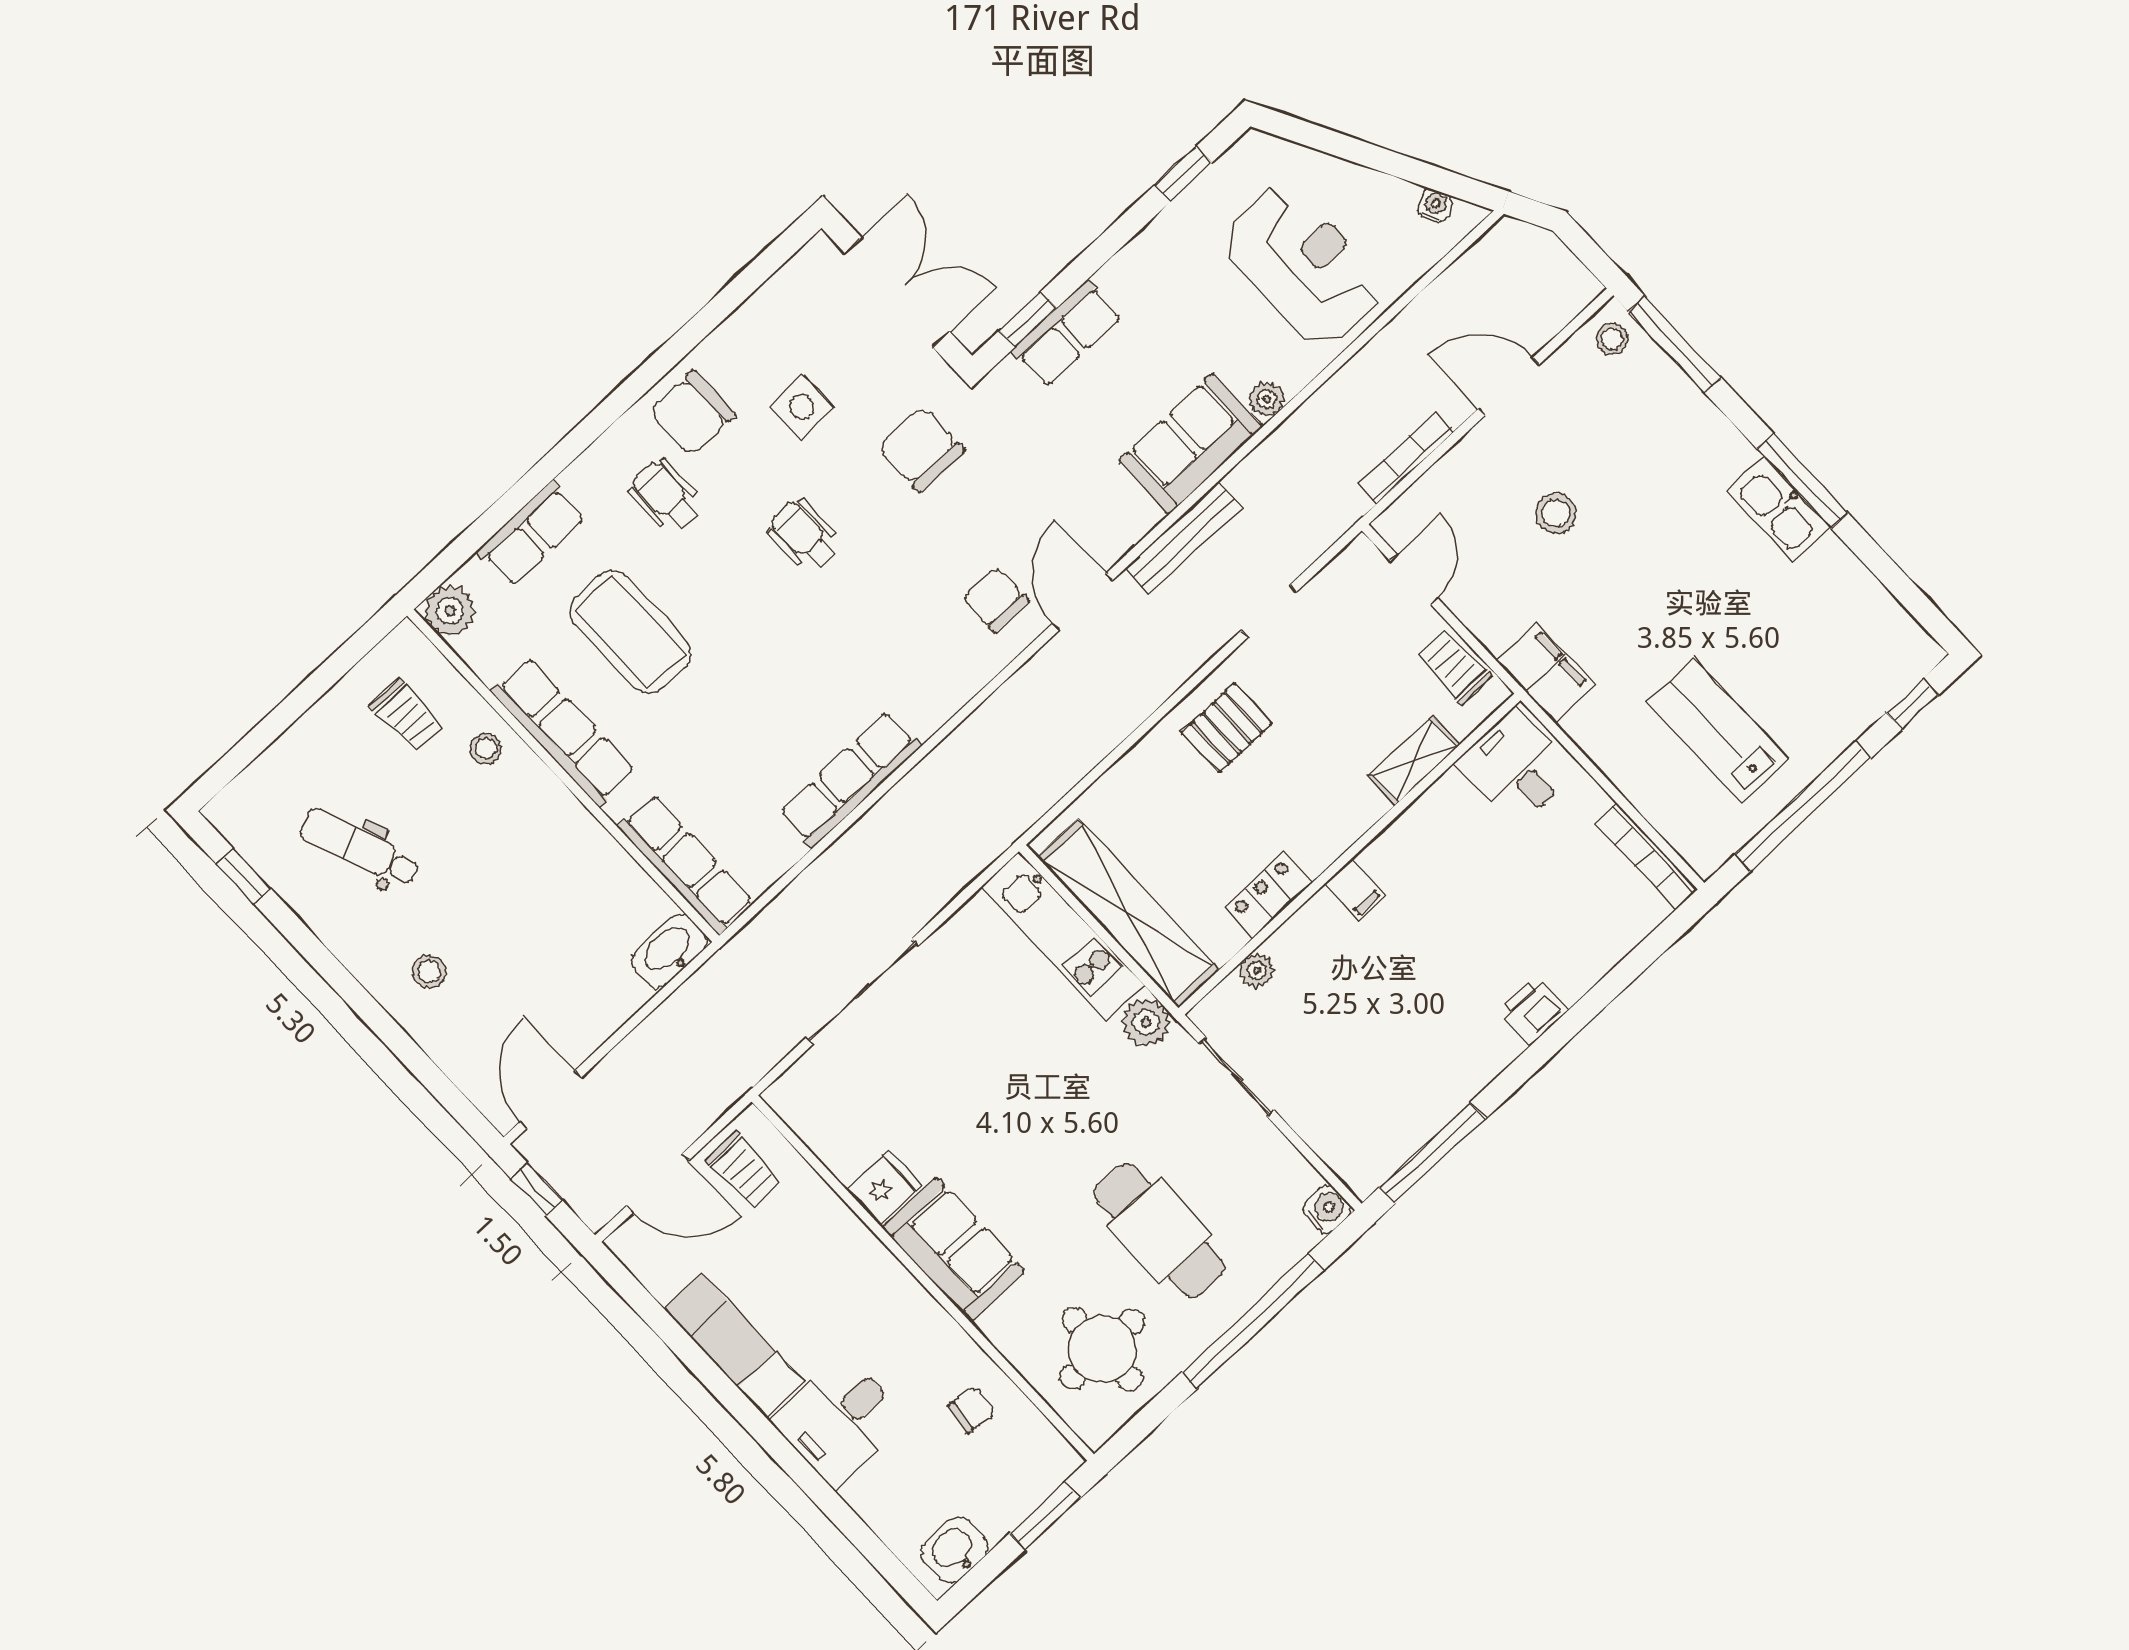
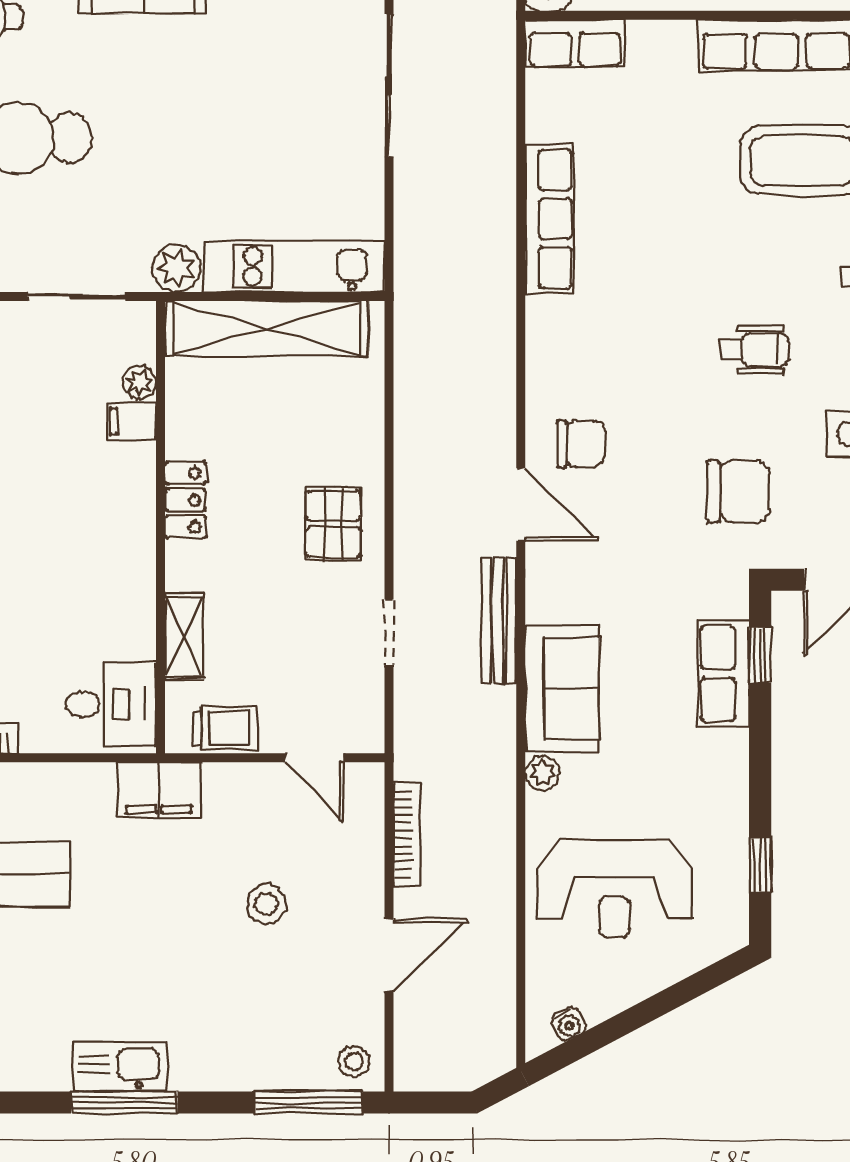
row of seats: (685, 864) -> (575, 44), width x0.68
filing cabinet: (1355, 890) -> (131, 421), moved
locker: (1269, 895) -> (185, 500), moved

